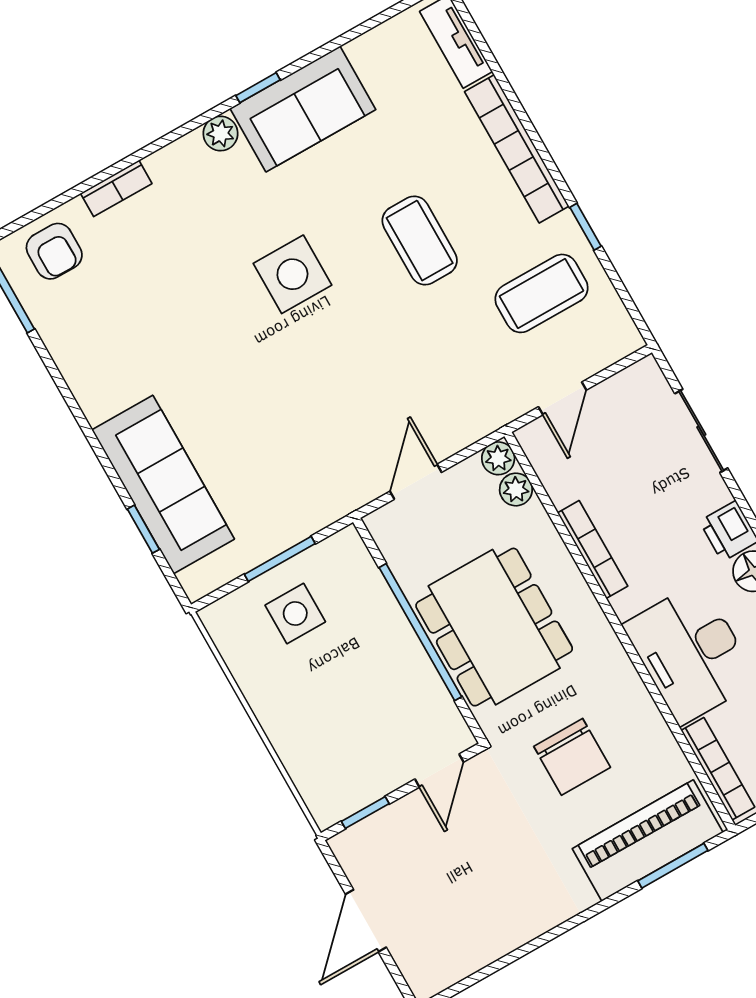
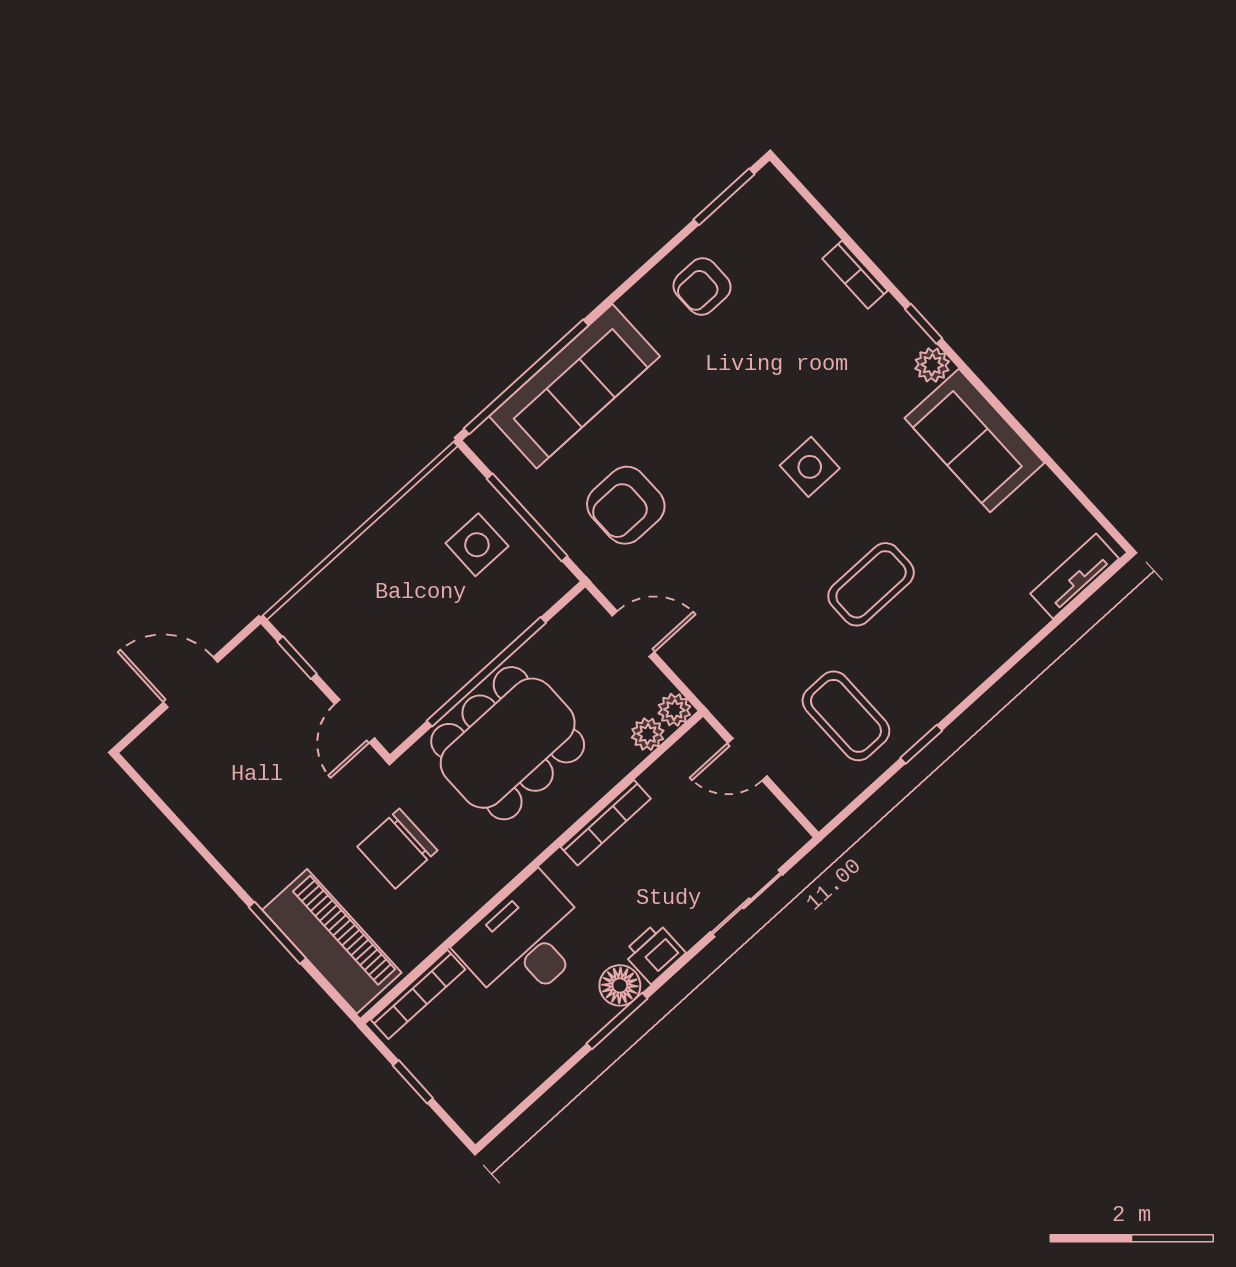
window: (258, 88) -> (924, 324), moved
bookcase: (517, 149) -> (983, 659), removed
armchair: (54, 251) -> (702, 286), moved
side table: (292, 274) -> (810, 467), width x0.73, depth x0.73
armchair: (289, 461) -> (626, 505), added
window: (143, 529) -> (526, 377), width x3.17
window: (280, 559) -> (527, 517), width x1.44
door: (439, 771) -> (355, 721), hinge flipped
window: (673, 866) -> (277, 933), moved

